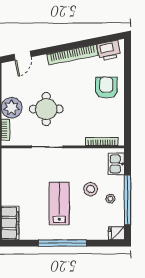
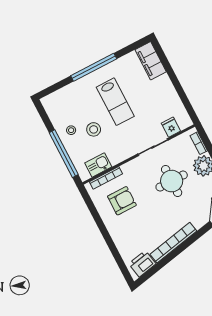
armchair: (106, 88) -> (122, 201), moved, turned -90
kitchen sink: (116, 164) -> (98, 165), moved, turned -90
window: (128, 200) -> (64, 154), moved
fridge: (116, 233) -> (171, 127), moved, turned -90

